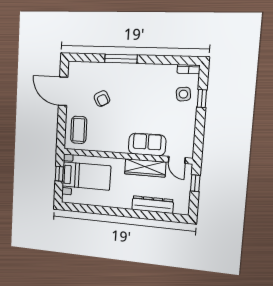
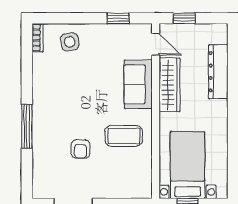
window: (202, 98) -> (118, 18), moved
armchair: (102, 99) -> (81, 149), turned 118
coffee table: (79, 130) -> (124, 136), moved
door: (177, 160) -> (156, 44), hinge flipped

